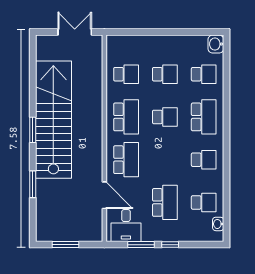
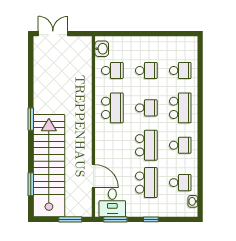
double door: (75, 32) -> (53, 34), moved
washbasin: (216, 44) -> (102, 49), moved, turned 180
stairs: (53, 120) -> (49, 166), moved
school desk: (126, 160) -> (146, 145), moved
window: (33, 184) -> (31, 184), moved
window: (66, 245) -> (70, 219), moved
window: (141, 245) -> (115, 219), moved

